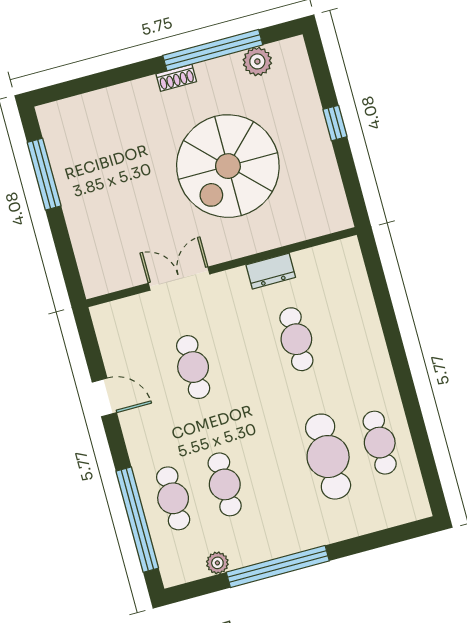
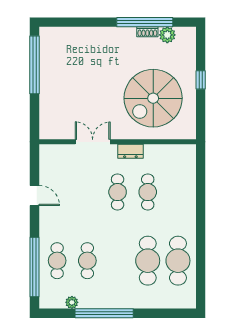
shoe rack: (176, 78) -> (147, 32), moved
spiral stairs: (228, 166) -> (153, 98), moved
window: (44, 174) -> (34, 65), width x1.46
dresser: (271, 271) -> (130, 151), moved
cafe table: (193, 367) -> (118, 192), moved
cafe table: (380, 443) -> (178, 261), width x1.37, depth x1.35

